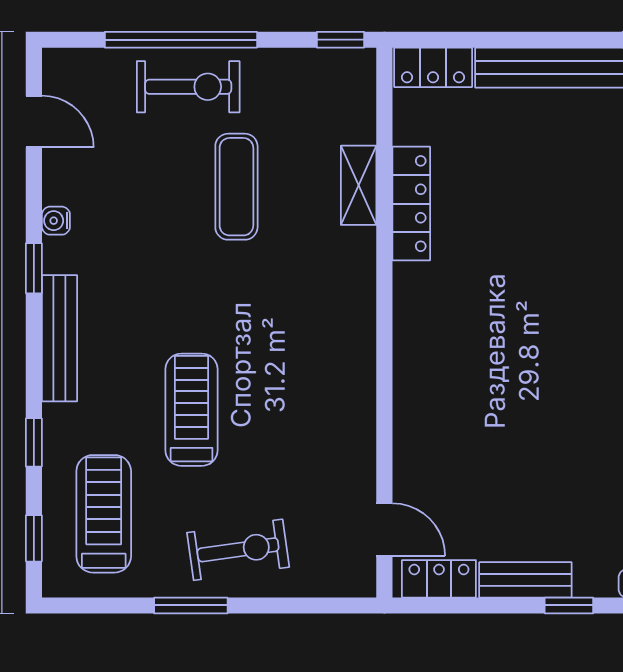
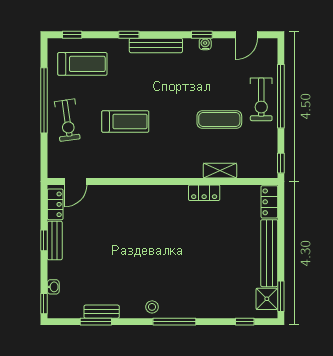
locker: (411, 204) -> (204, 193), width x0.66
window: (34, 268) -> (202, 35), moved
treadmill: (192, 410) -> (125, 121), moved
window: (34, 442) -> (129, 35), moved
window: (191, 605) -> (44, 100), width x2.11
window: (569, 605) -> (44, 240), moved

